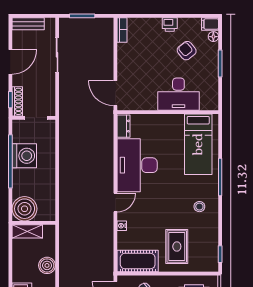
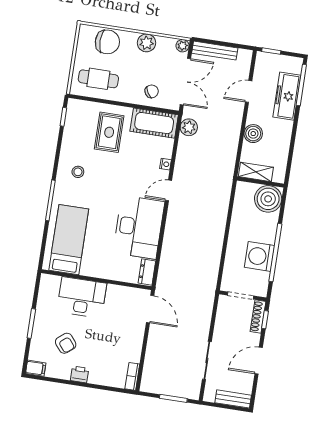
floor lamp: (213, 37) -> (34, 354), removed
shelving: (27, 231) -> (256, 172), moved
plant: (106, 262) -> (189, 127), added

